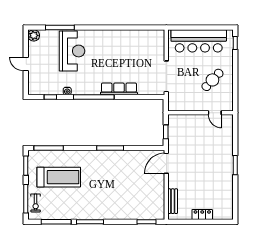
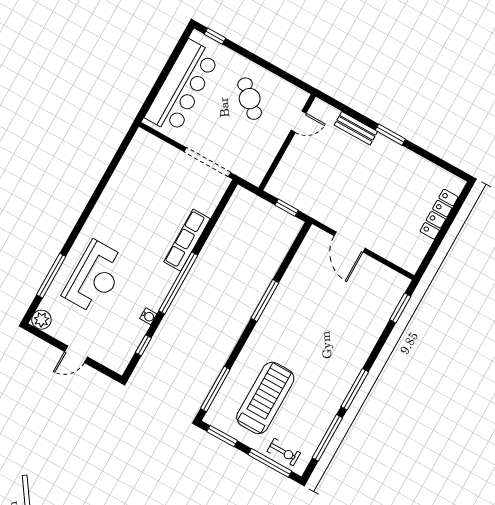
reception desk: (72, 51) -> (95, 277), turned 90
door: (166, 163) -> (350, 242), moved
bench: (173, 201) -> (356, 128), moved
locker: (202, 215) -> (439, 214), width x1.53

